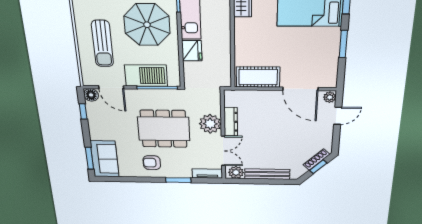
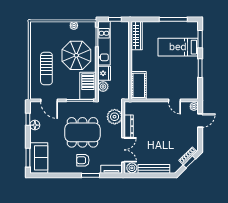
plant: (191, 69) -> (103, 87), added
barbecue: (146, 76) -> (88, 86), moved, turned -90
cot: (258, 77) -> (139, 85), moved, turned 90
door: (300, 89) -> (174, 100), width x0.53
floor lamp: (91, 95) -> (35, 125), moved
plant: (210, 124) -> (115, 117), moved
armchair: (152, 163) -> (83, 160), moved

